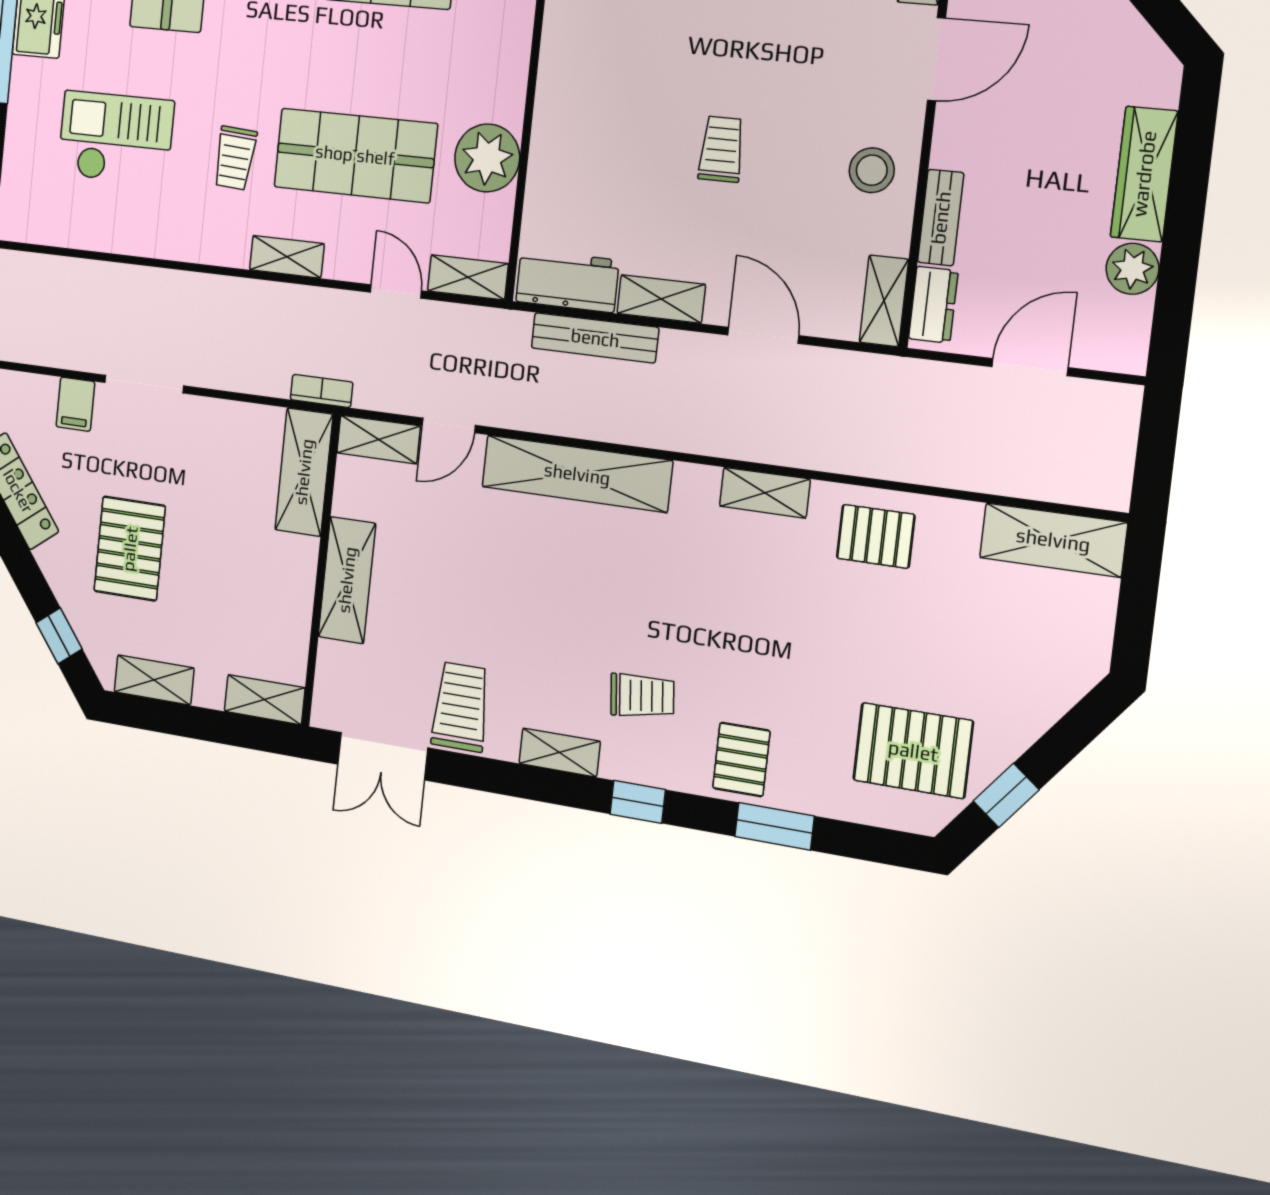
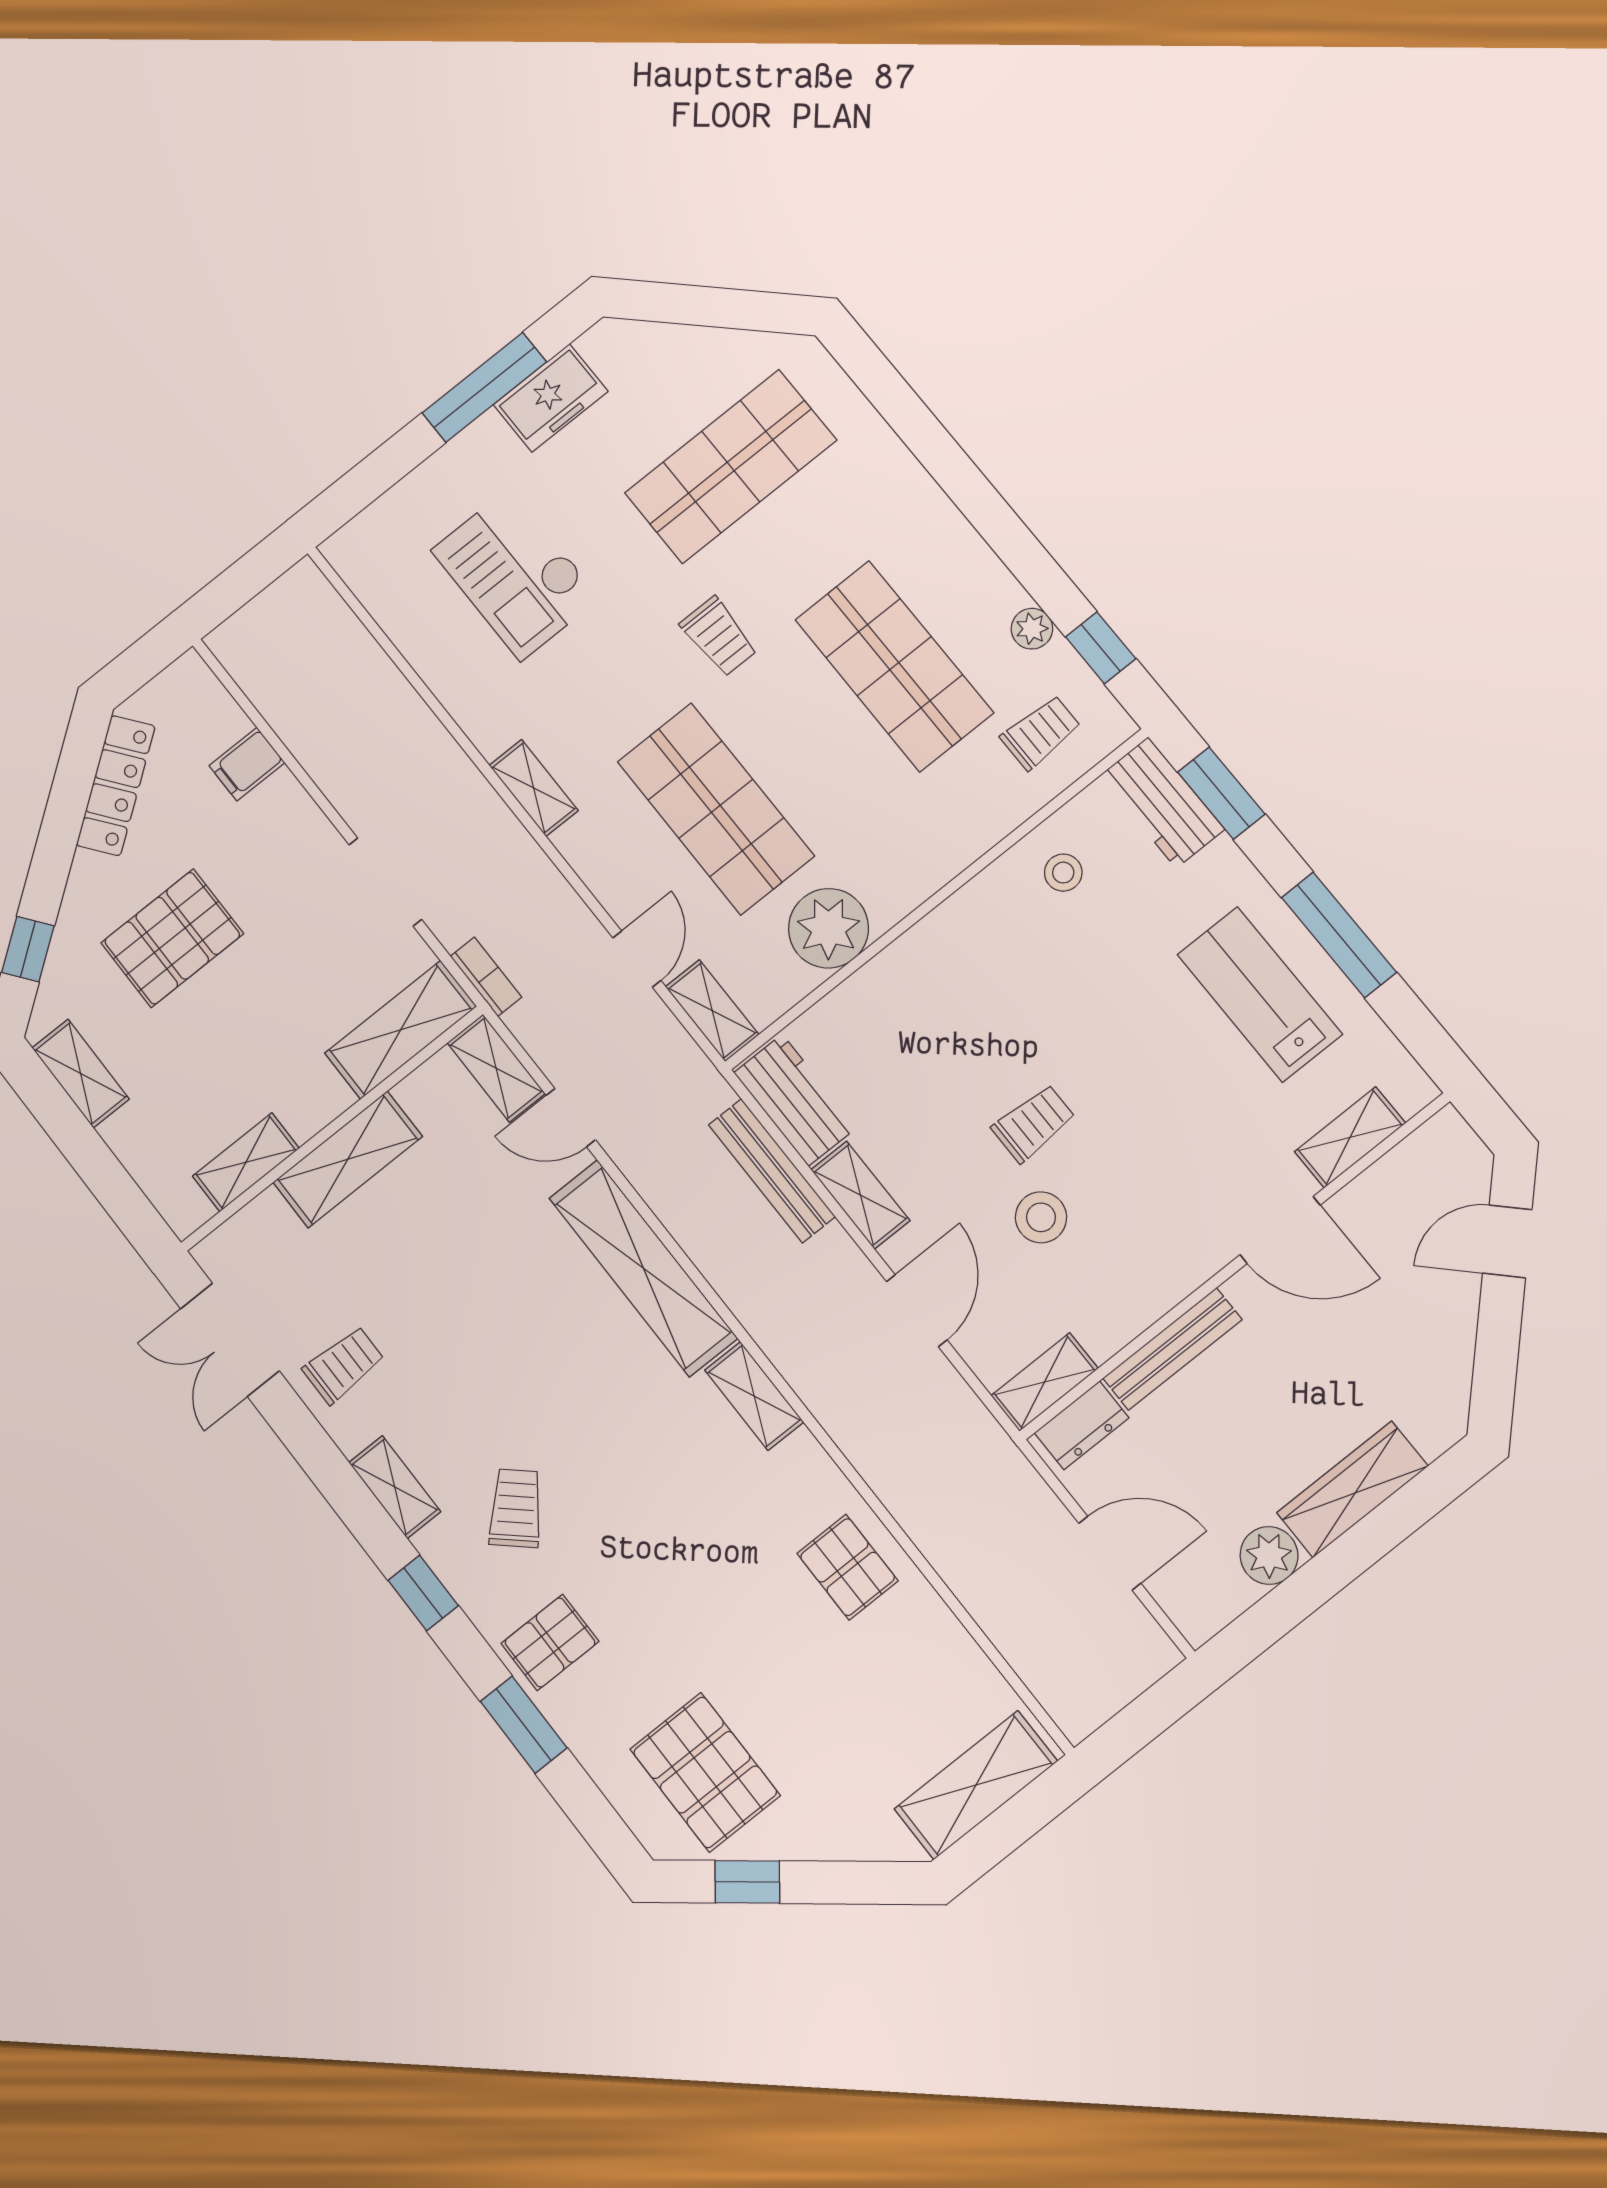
checkout: (116, 138) -> (516, 574), turned 180
trolley: (235, 158) -> (719, 637), moved, turned -94
stool: (872, 170) -> (1041, 1217), moved
bench: (941, 218) -> (1172, 1349), width x1.36
shelving: (287, 257) -> (534, 788), moved
doorway: (144, 384) -> (385, 882), moved
shelving: (765, 493) -> (754, 1396), moved
shelving: (1053, 540) -> (976, 1785), moved, turned 90
trolley: (642, 696) -> (516, 1508), turned -132
shelving: (265, 700) -> (246, 1162), moved, turned 90
trolley: (461, 707) -> (343, 1365), width x0.73, depth x0.72

